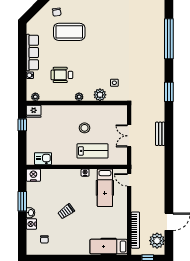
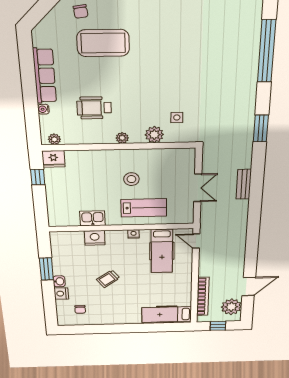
double door: (129, 136) -> (198, 188), swing flipped
kitchen sink: (43, 159) -> (92, 218), moved
nightstand: (33, 175) -> (95, 238), moved

